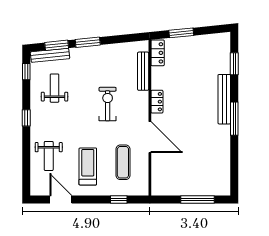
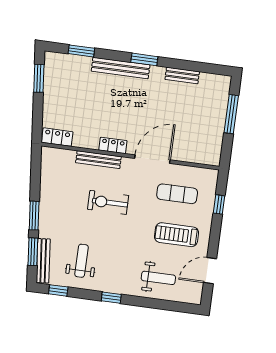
window: (181, 33) -> (39, 78), moved
bench: (143, 71) -> (98, 160), moved
weight bench: (55, 88) -> (81, 261), turned 90
window: (234, 119) -> (144, 59), width x0.69
bench: (225, 153) -> (182, 76), added

